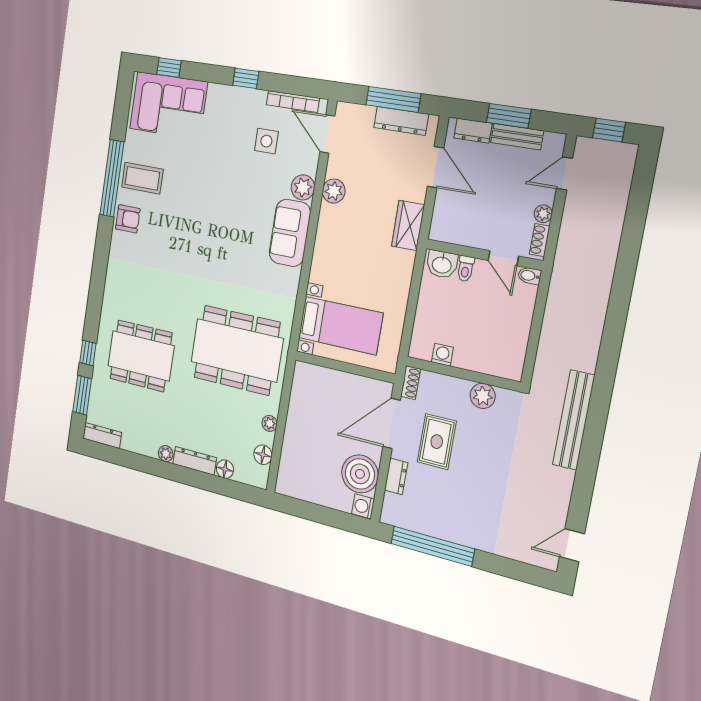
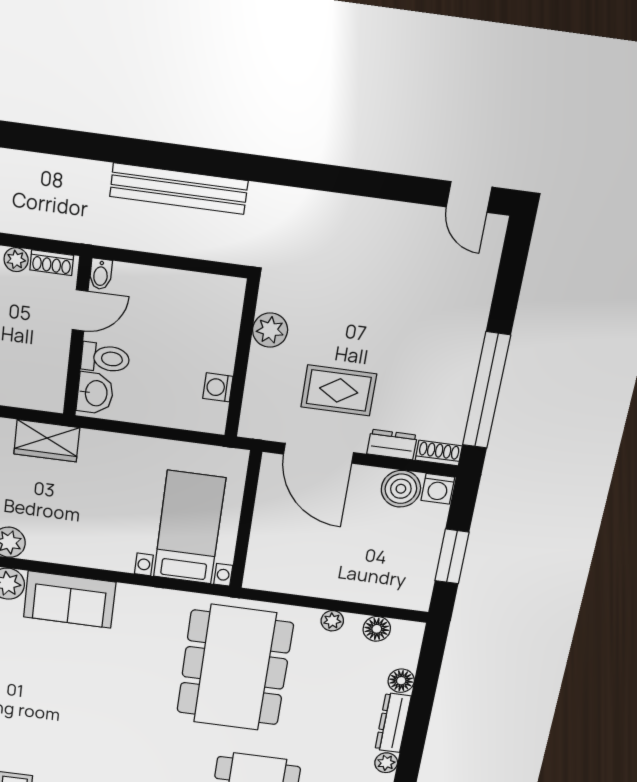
toilet: (465, 269) -> (105, 358), width x1.37, depth x1.39
shoe rack: (411, 383) -> (439, 453), moved
bench: (574, 420) -> (179, 189), moved
boiler: (360, 474) -> (401, 489), width x0.73, depth x0.73
window: (314, 512) -> (452, 556), added

